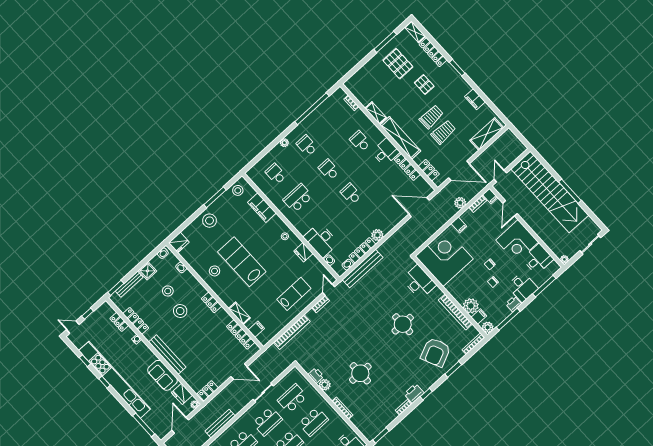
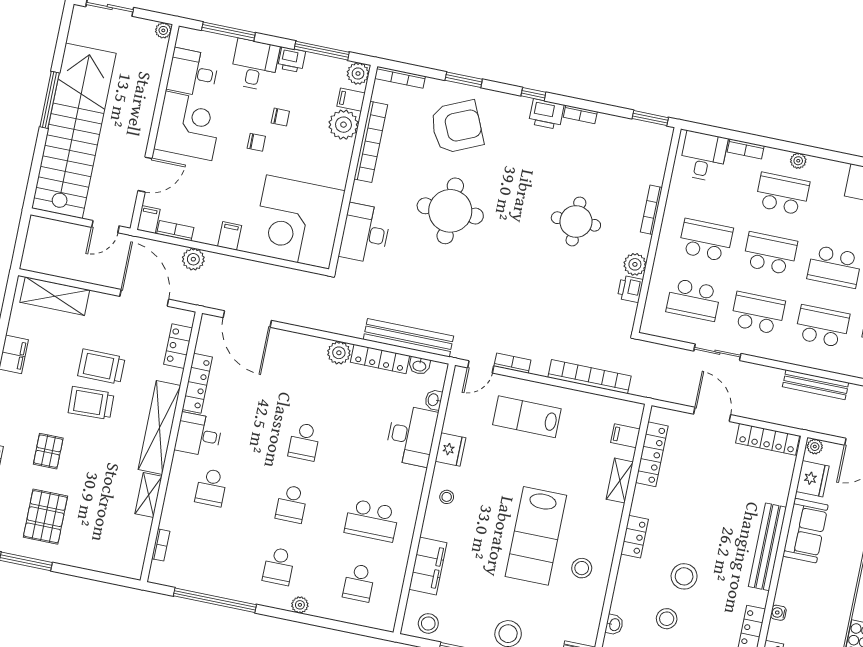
round table: (403, 324) -> (450, 211), width x1.36, depth x1.36
locker: (208, 391) -> (768, 439), width x1.53

